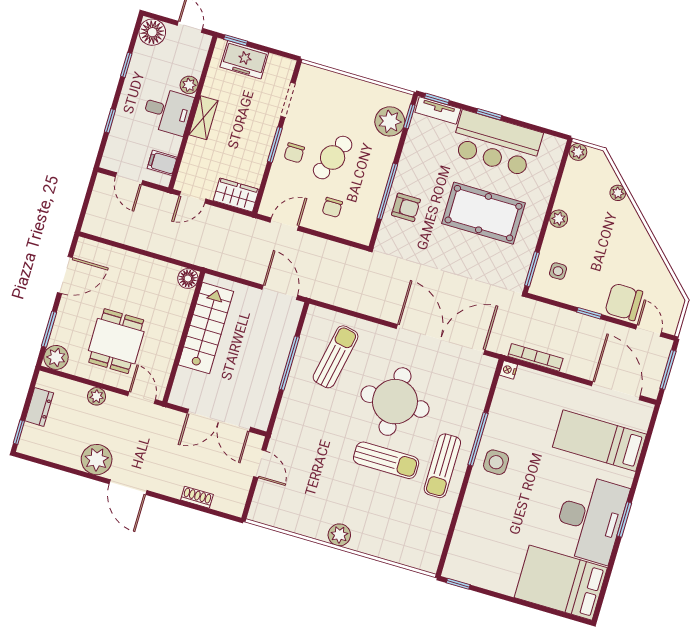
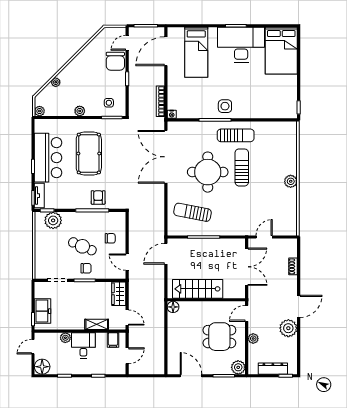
shelving: (204, 118) -> (97, 324), moved
dresser: (39, 407) -> (273, 369), width x1.44

